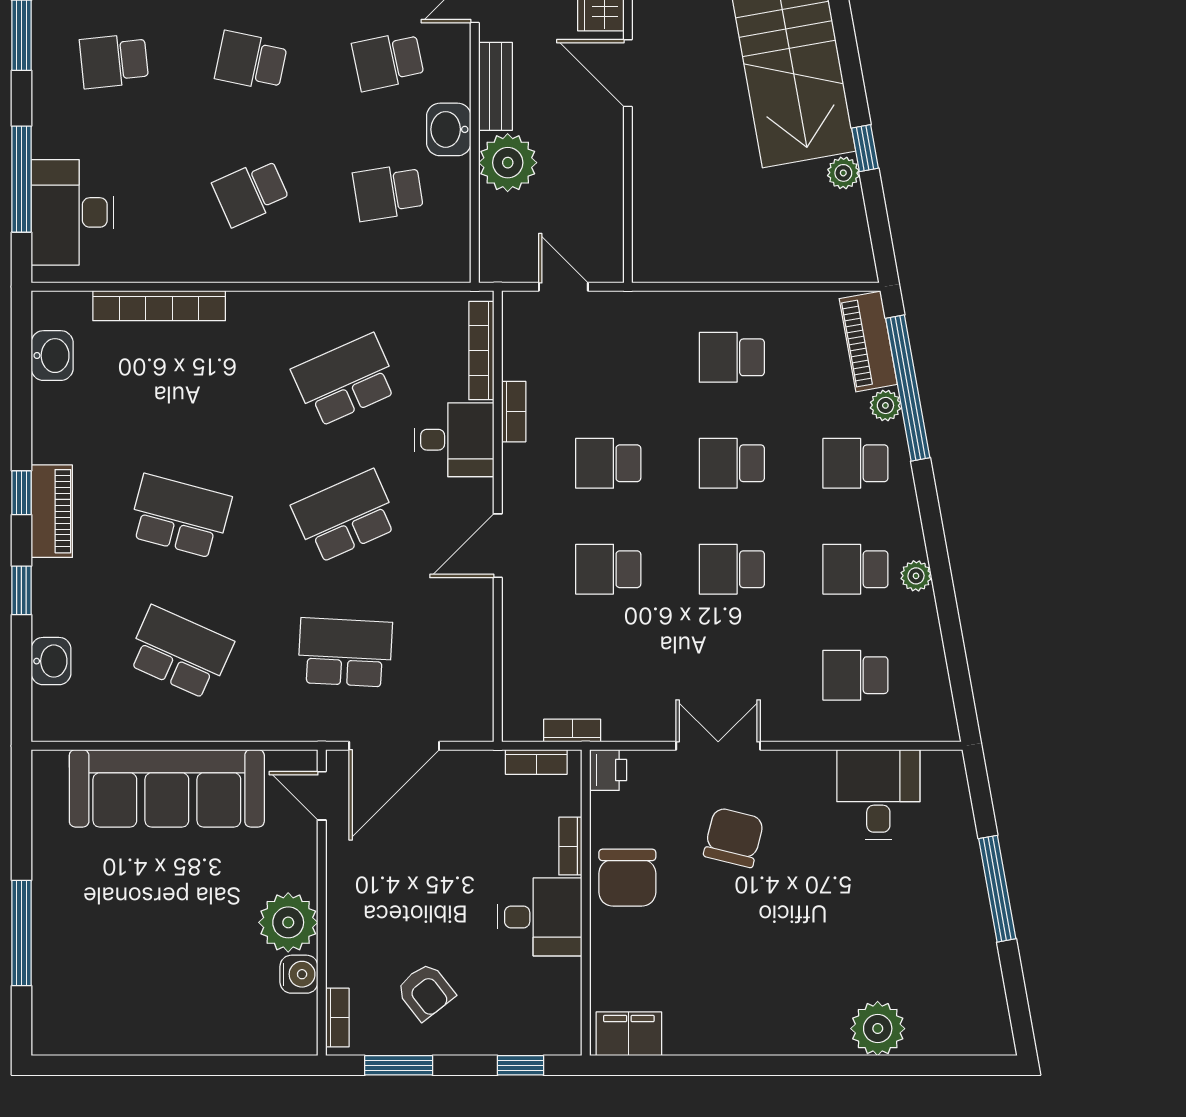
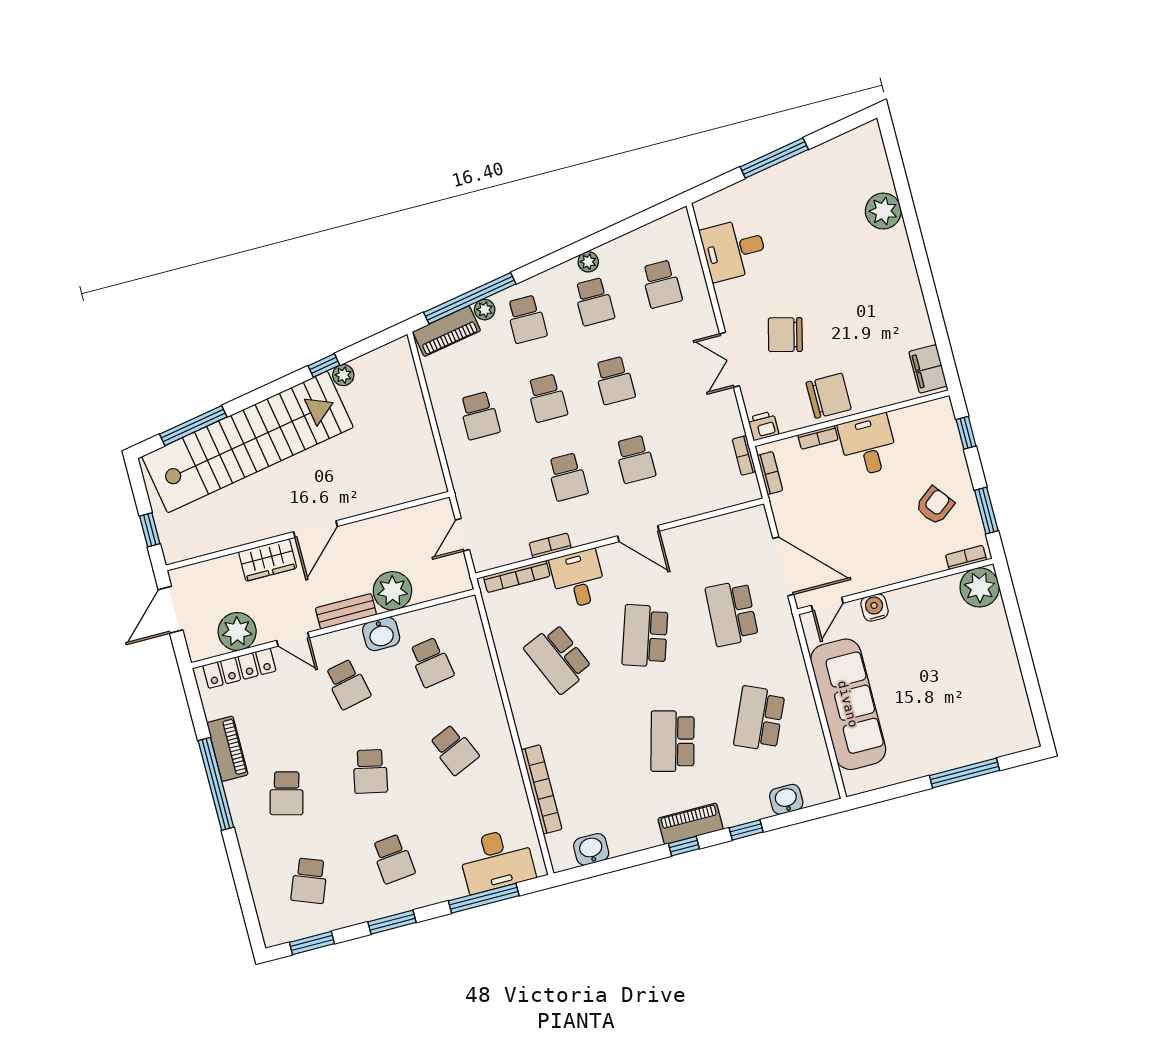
school desk: (345, 516) -> (645, 636), turned 42
plant: (288, 922) -> (980, 587), moved
water cooler: (299, 974) -> (875, 607), moved

